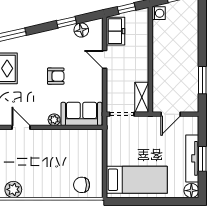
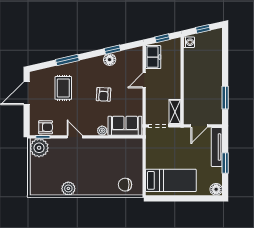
floor lamp: (81, 30) -> (110, 60), moved
door: (105, 59) -> (144, 80), hinge flipped
armchair: (56, 76) -> (104, 94), turned 93
tv unit: (192, 158) -> (217, 147), moved

